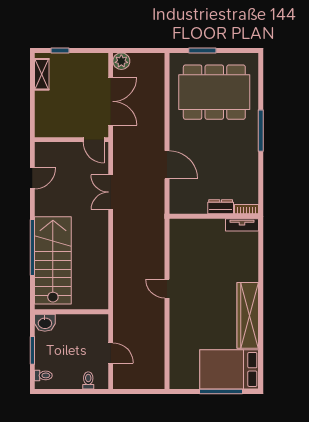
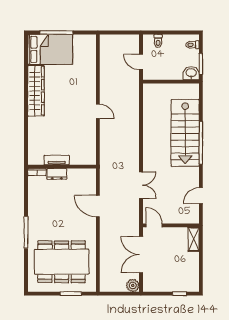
shelving: (42, 74) -> (194, 239), moved
tv unit: (242, 225) -> (57, 160), moved
wall: (71, 312) -> (171, 82), moved
washbasin: (45, 323) -> (191, 73), moved

